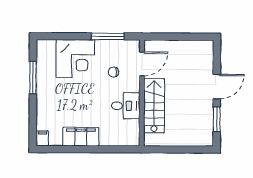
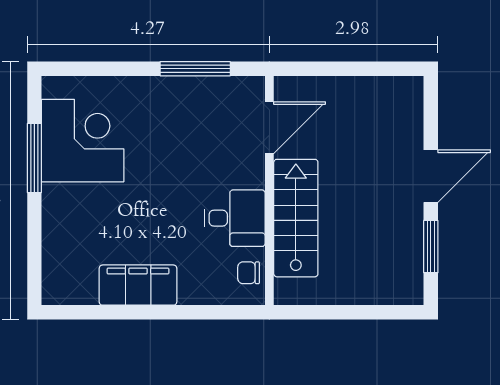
corner desk: (75, 59) -> (83, 141), moved, turned -90
chair: (113, 72) -> (249, 273), moved
filing cabinet: (43, 138) -> (55, 289), removed

